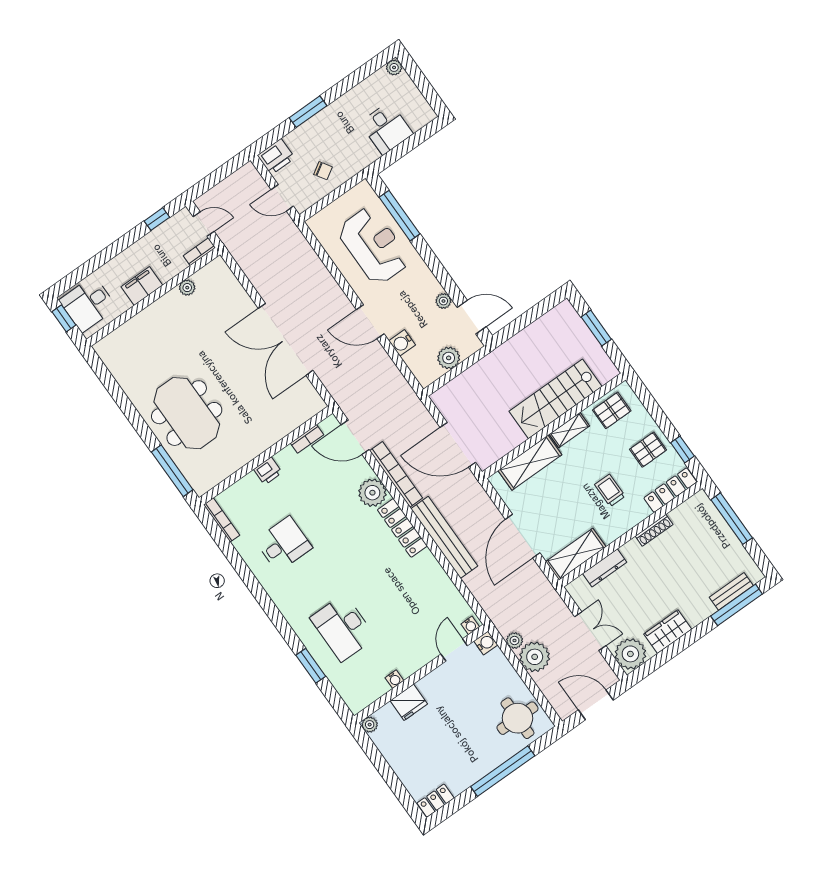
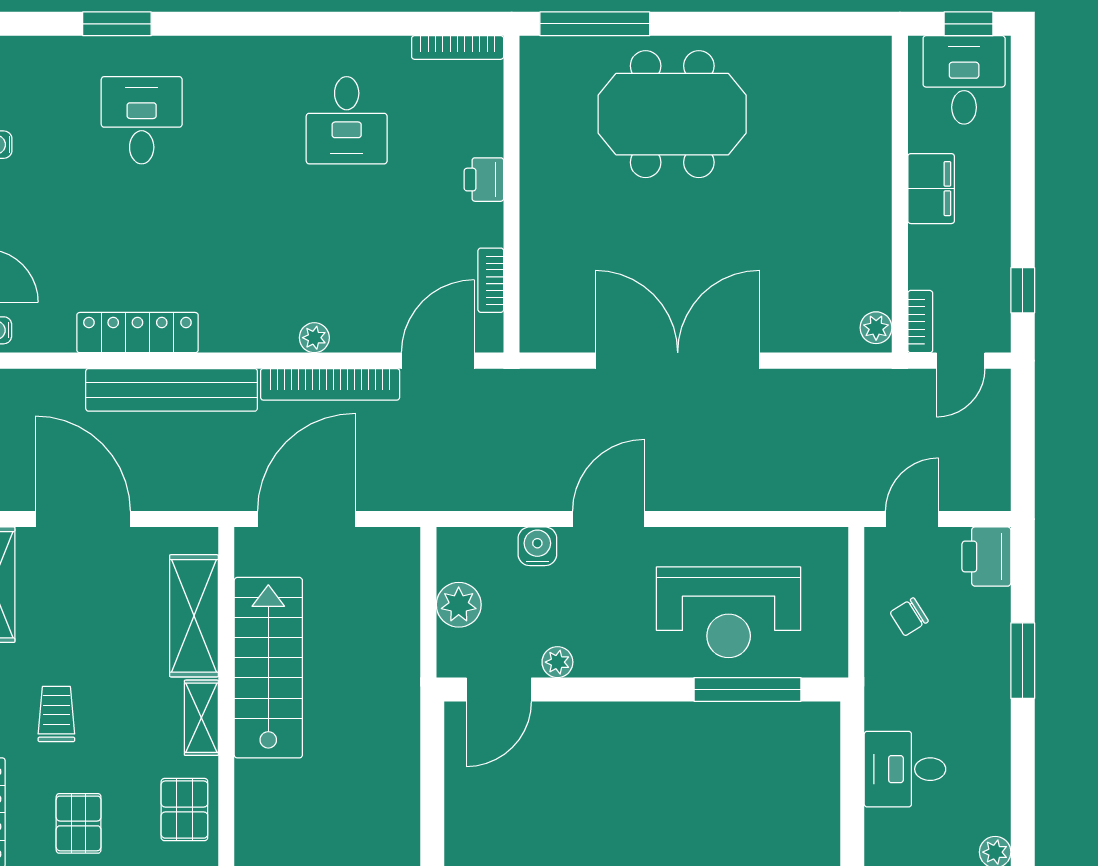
plant: (187, 288) -> (876, 328), moved
stairs: (556, 399) -> (268, 668), moved
trolley: (610, 490) -> (56, 714), turned -90
plant: (372, 493) -> (314, 338), width x0.53, depth x0.53
locker: (402, 528) -> (137, 333), moved
desk: (343, 628) -> (142, 120), width x0.73

